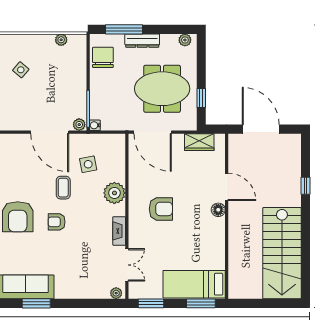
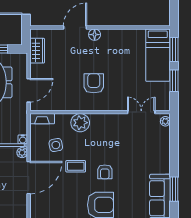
door: (153, 132) -> (29, 90), width x0.73
fireplace: (119, 231) -> (42, 119), moved
window: (151, 303) -> (174, 81), moved

